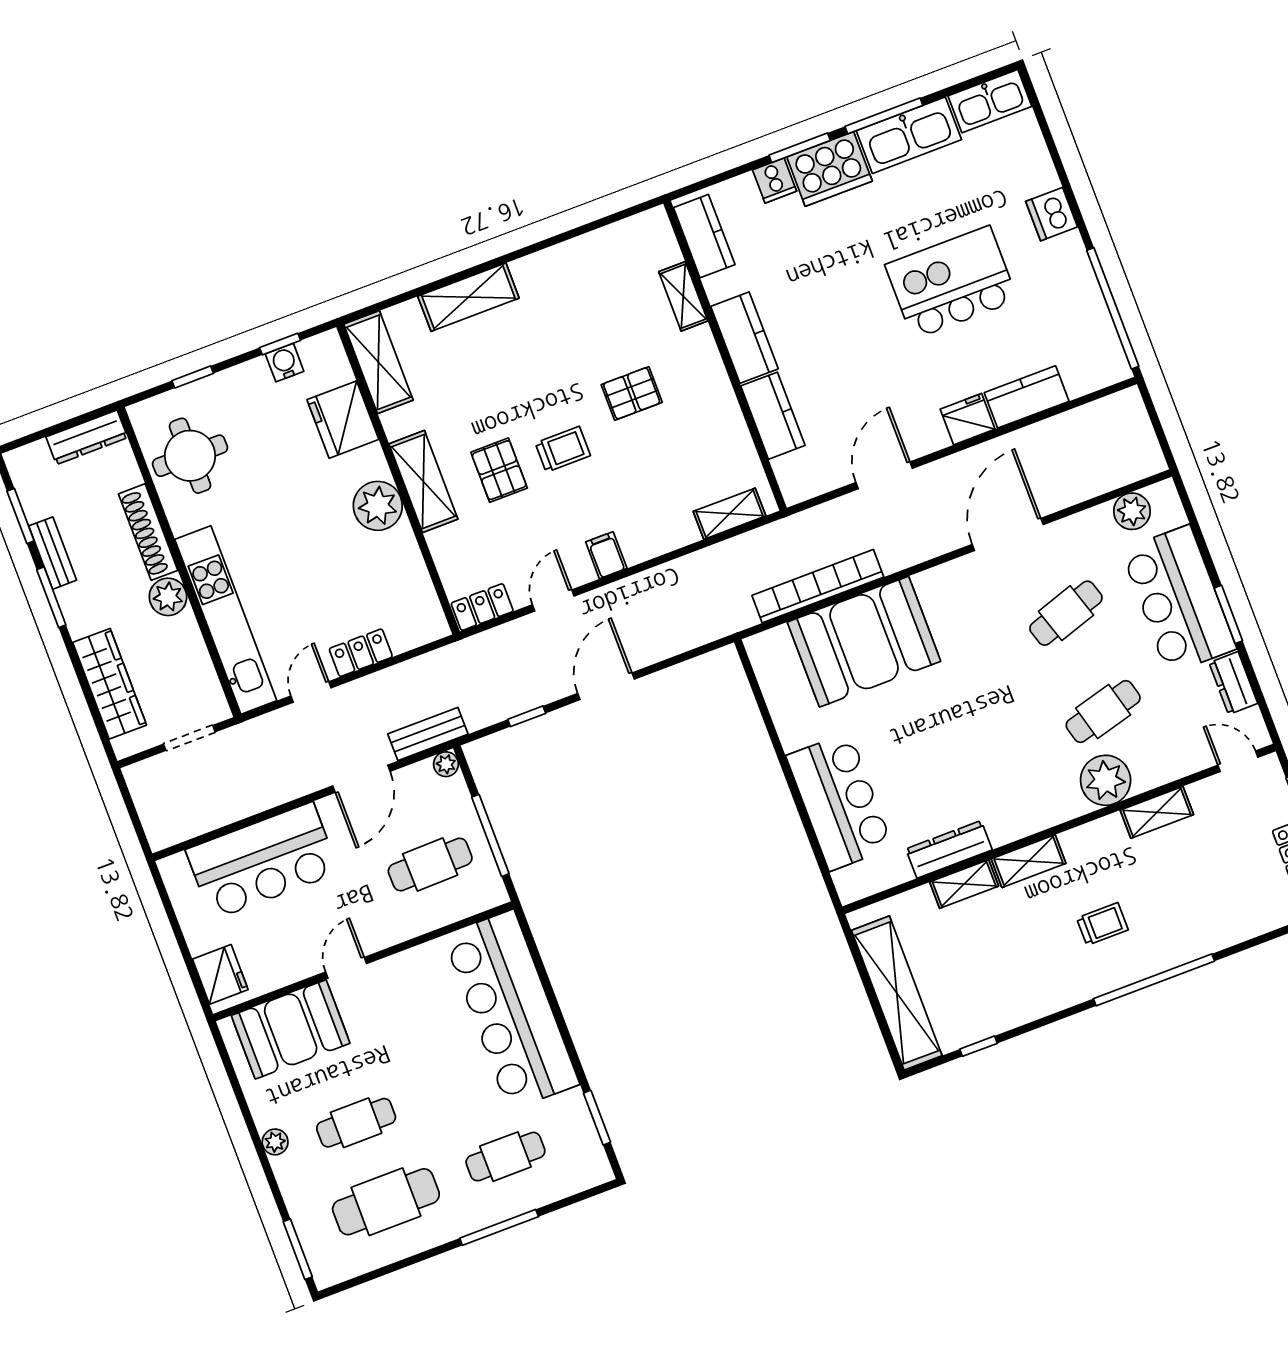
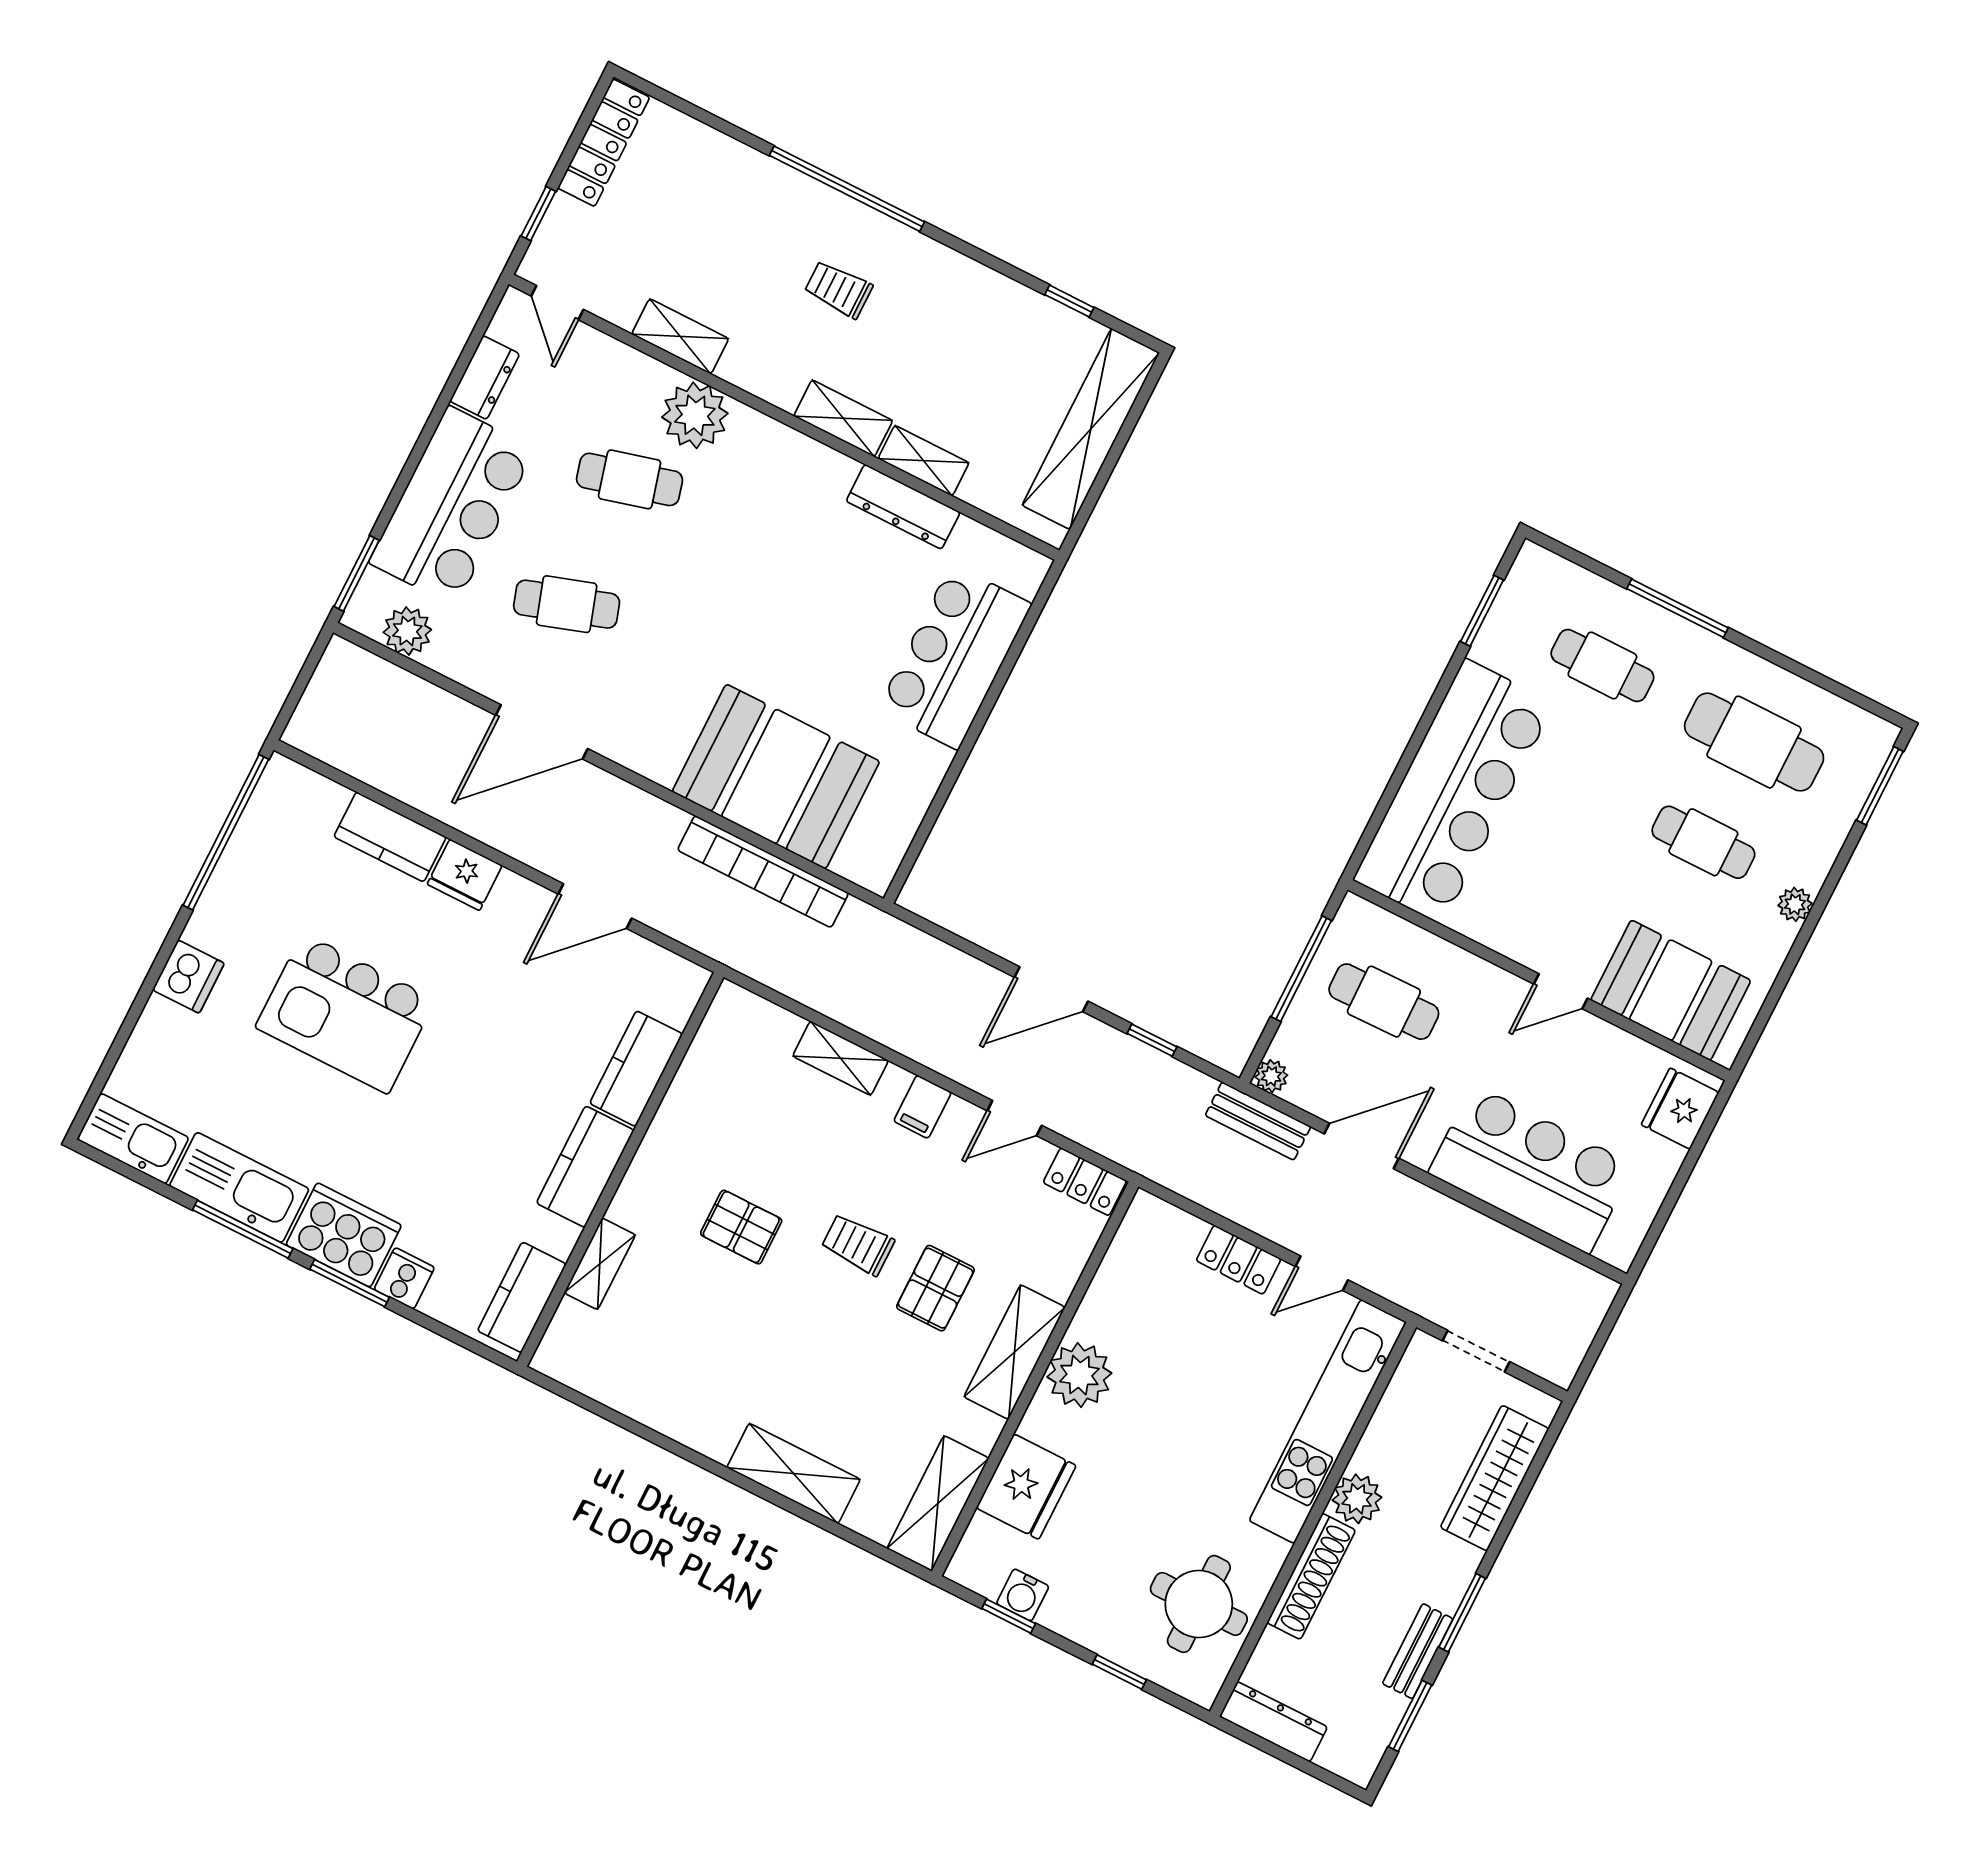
shelving: (729, 514) -> (841, 1058), moved
window: (1228, 614) -> (357, 573), moved

